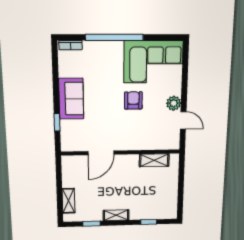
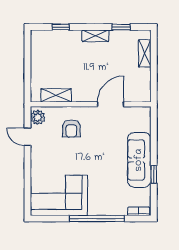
sofa: (71, 99) -> (139, 160), width x1.36
armchair: (133, 100) -> (71, 128), moved
plant: (174, 103) -> (38, 117), moved
window: (57, 122) -> (154, 174), moved

